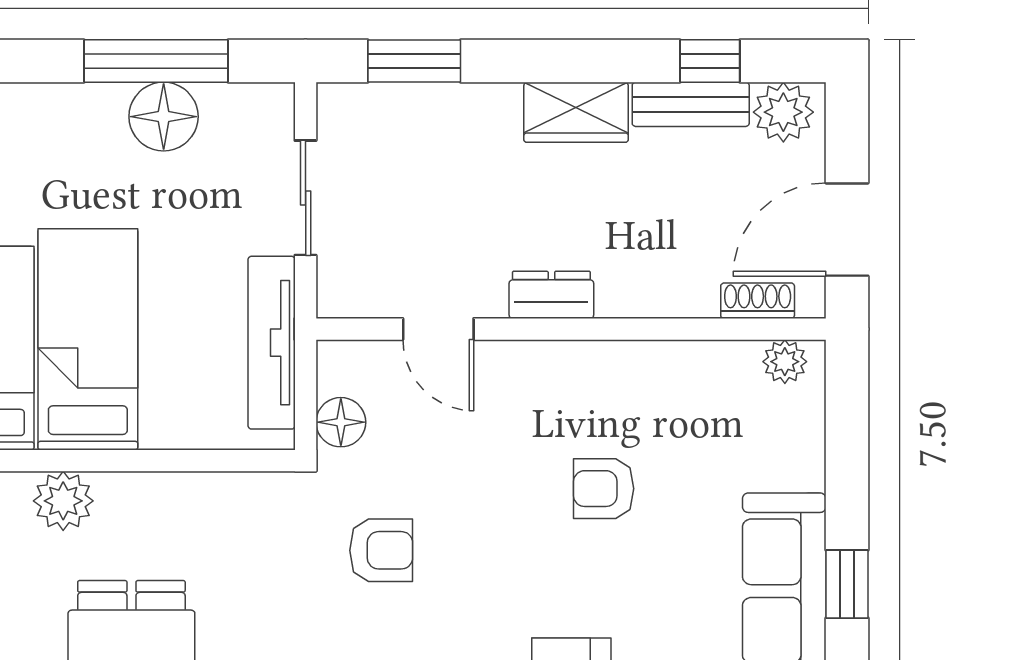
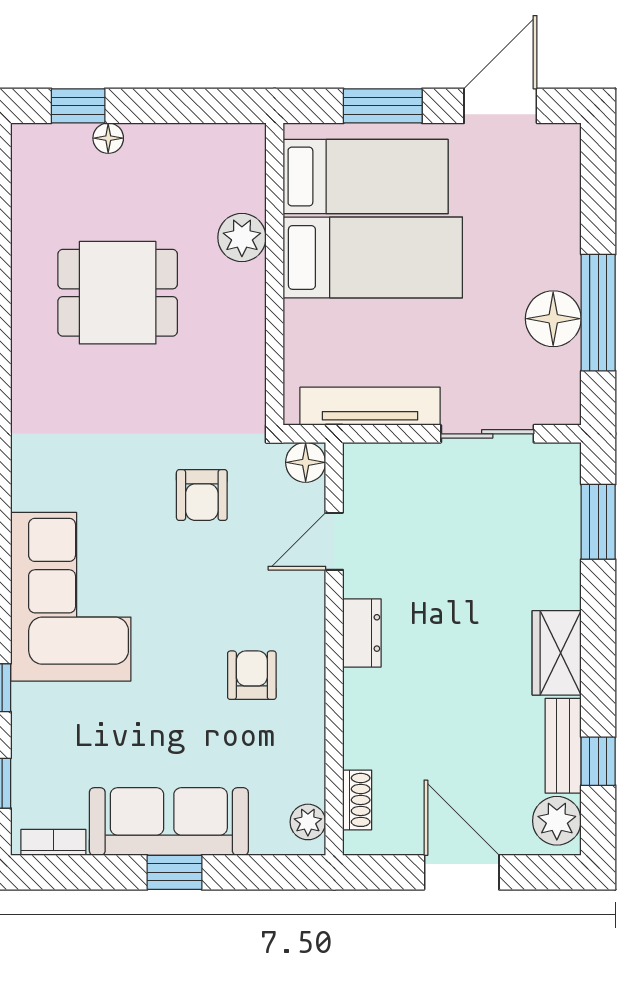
dresser: (551, 295) -> (362, 633), moved
shoe rack: (758, 301) -> (357, 800), moved
door: (438, 329) -> (334, 541), moved
wall: (571, 329) -> (334, 649), moved
plant: (785, 362) -> (308, 822), moved

